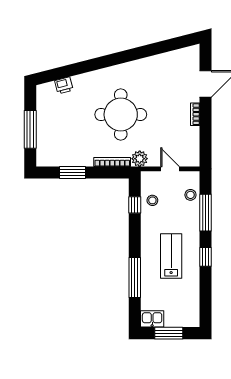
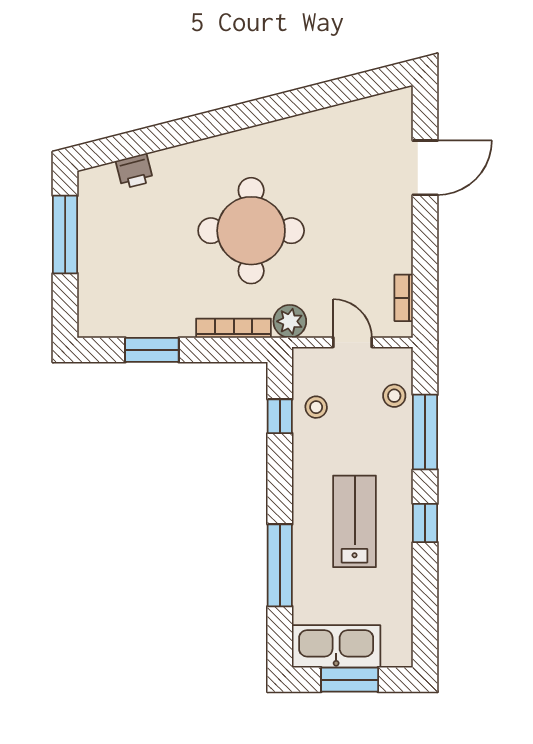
bookcase: (195, 114) -> (404, 298), moved
window: (30, 129) -> (65, 234), moved
kitchen sink: (152, 319) -> (336, 646), width x1.88, depth x1.24

